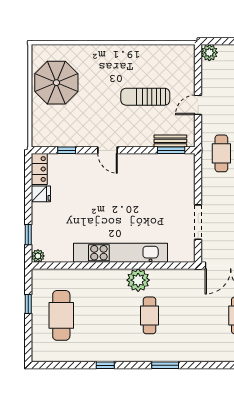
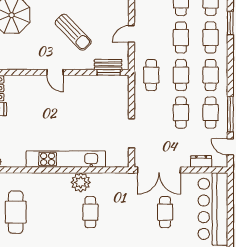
sun lounger: (145, 97) -> (73, 32), moved, turned -134
window: (67, 150) -> (20, 72), removed

